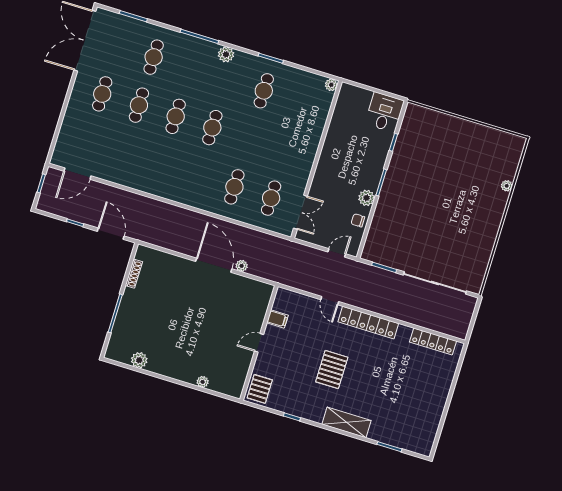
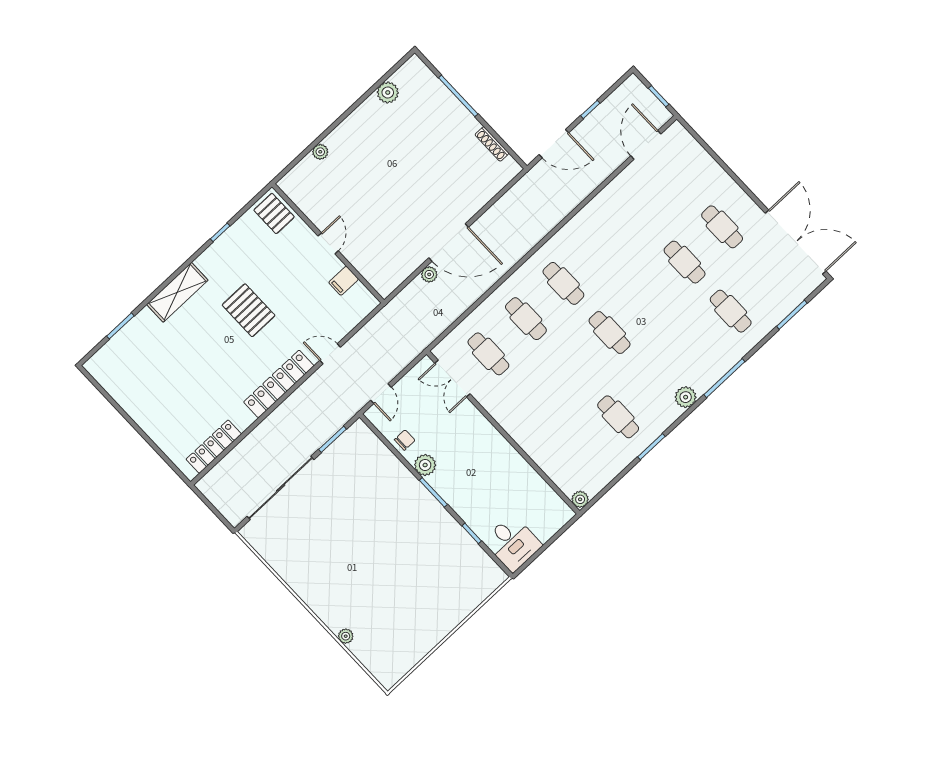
cafe table: (176, 116) -> (563, 283), moved

